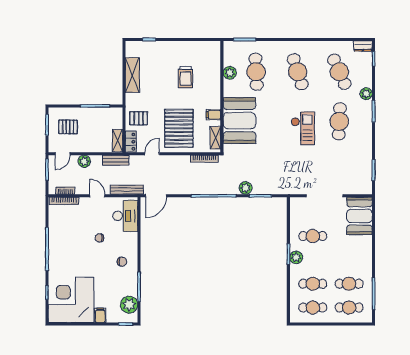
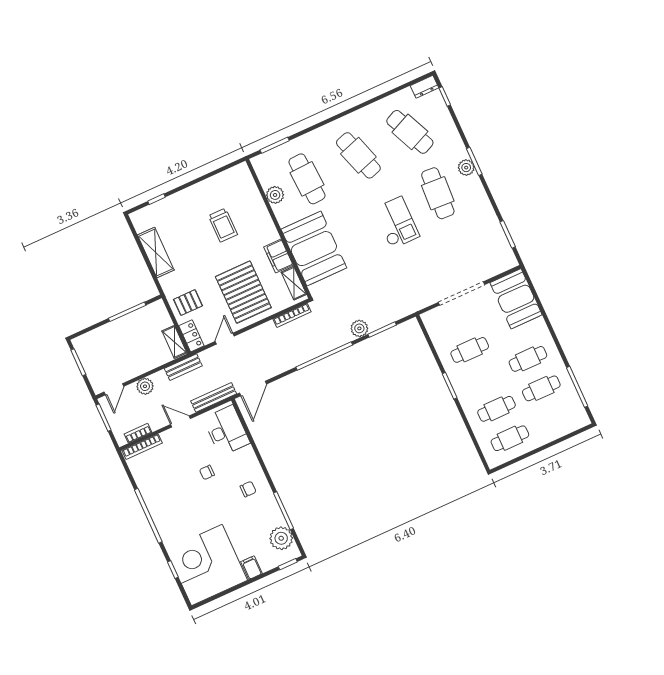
plant: (366, 94) -> (466, 168), moved
filing cabinet: (213, 115) -> (278, 256), width x2.00
pallet: (68, 127) -> (106, 353), removed
plant: (296, 257) -> (461, 386), removed
cafe table: (349, 308) -> (528, 359), moved

